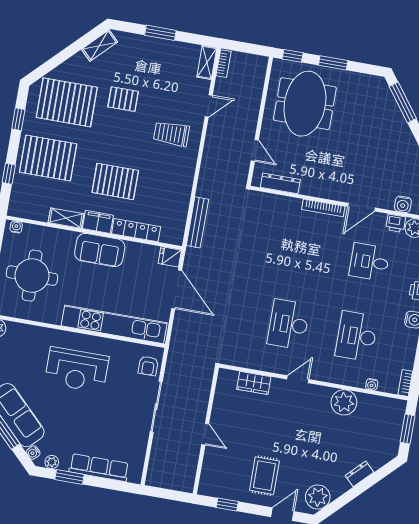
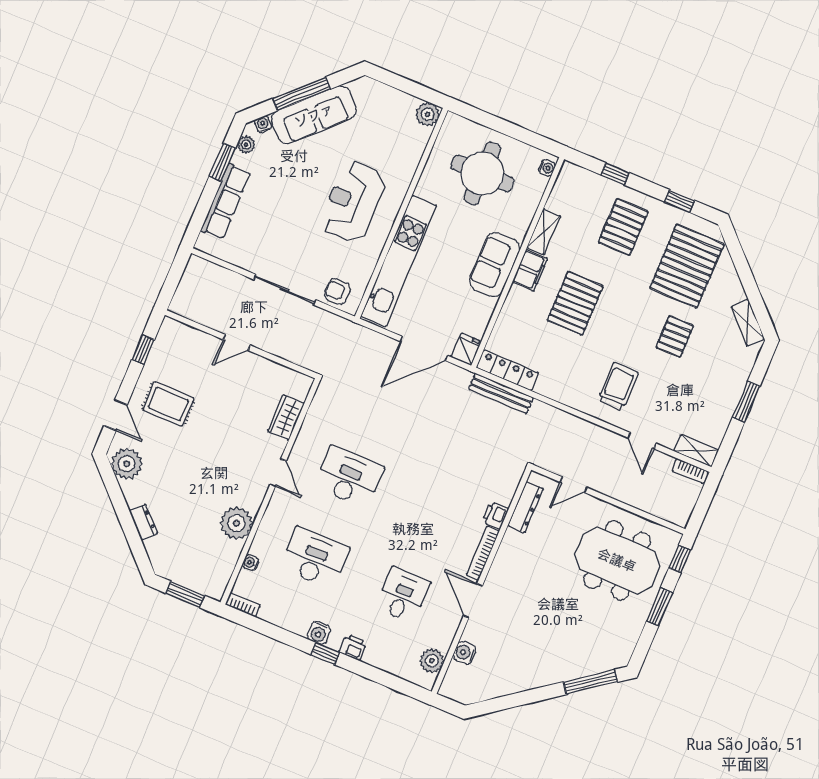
pallet: (48, 158) -> (623, 227), width x0.73, depth x0.71
printer: (396, 223) -> (495, 515), moved
locker: (136, 230) -> (507, 370), moved, turned -90

